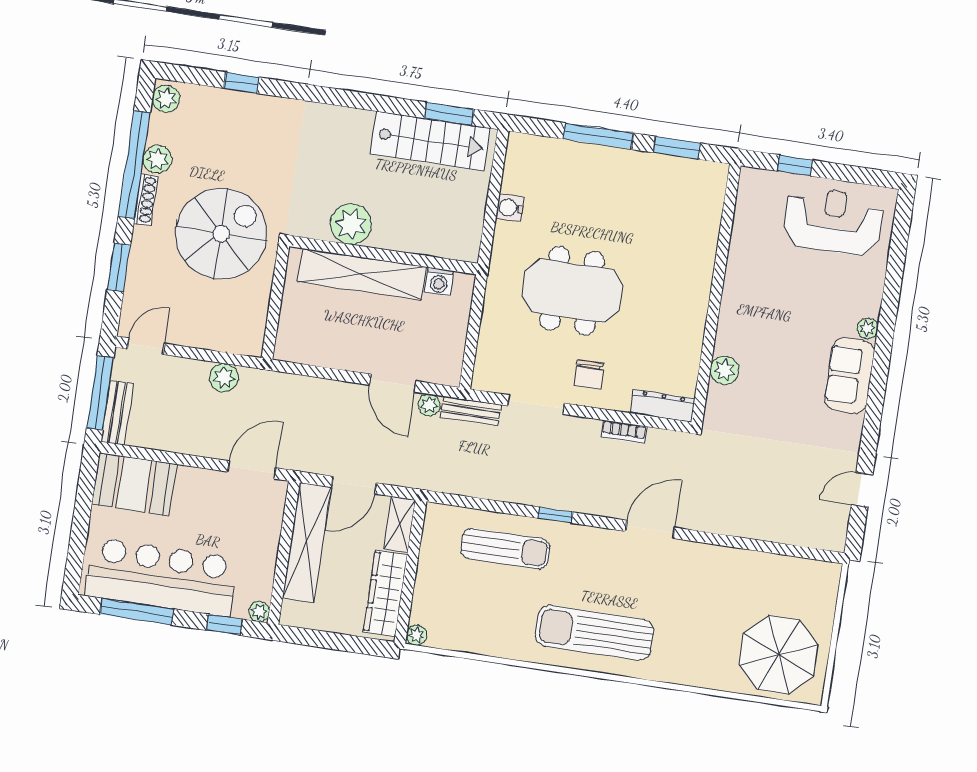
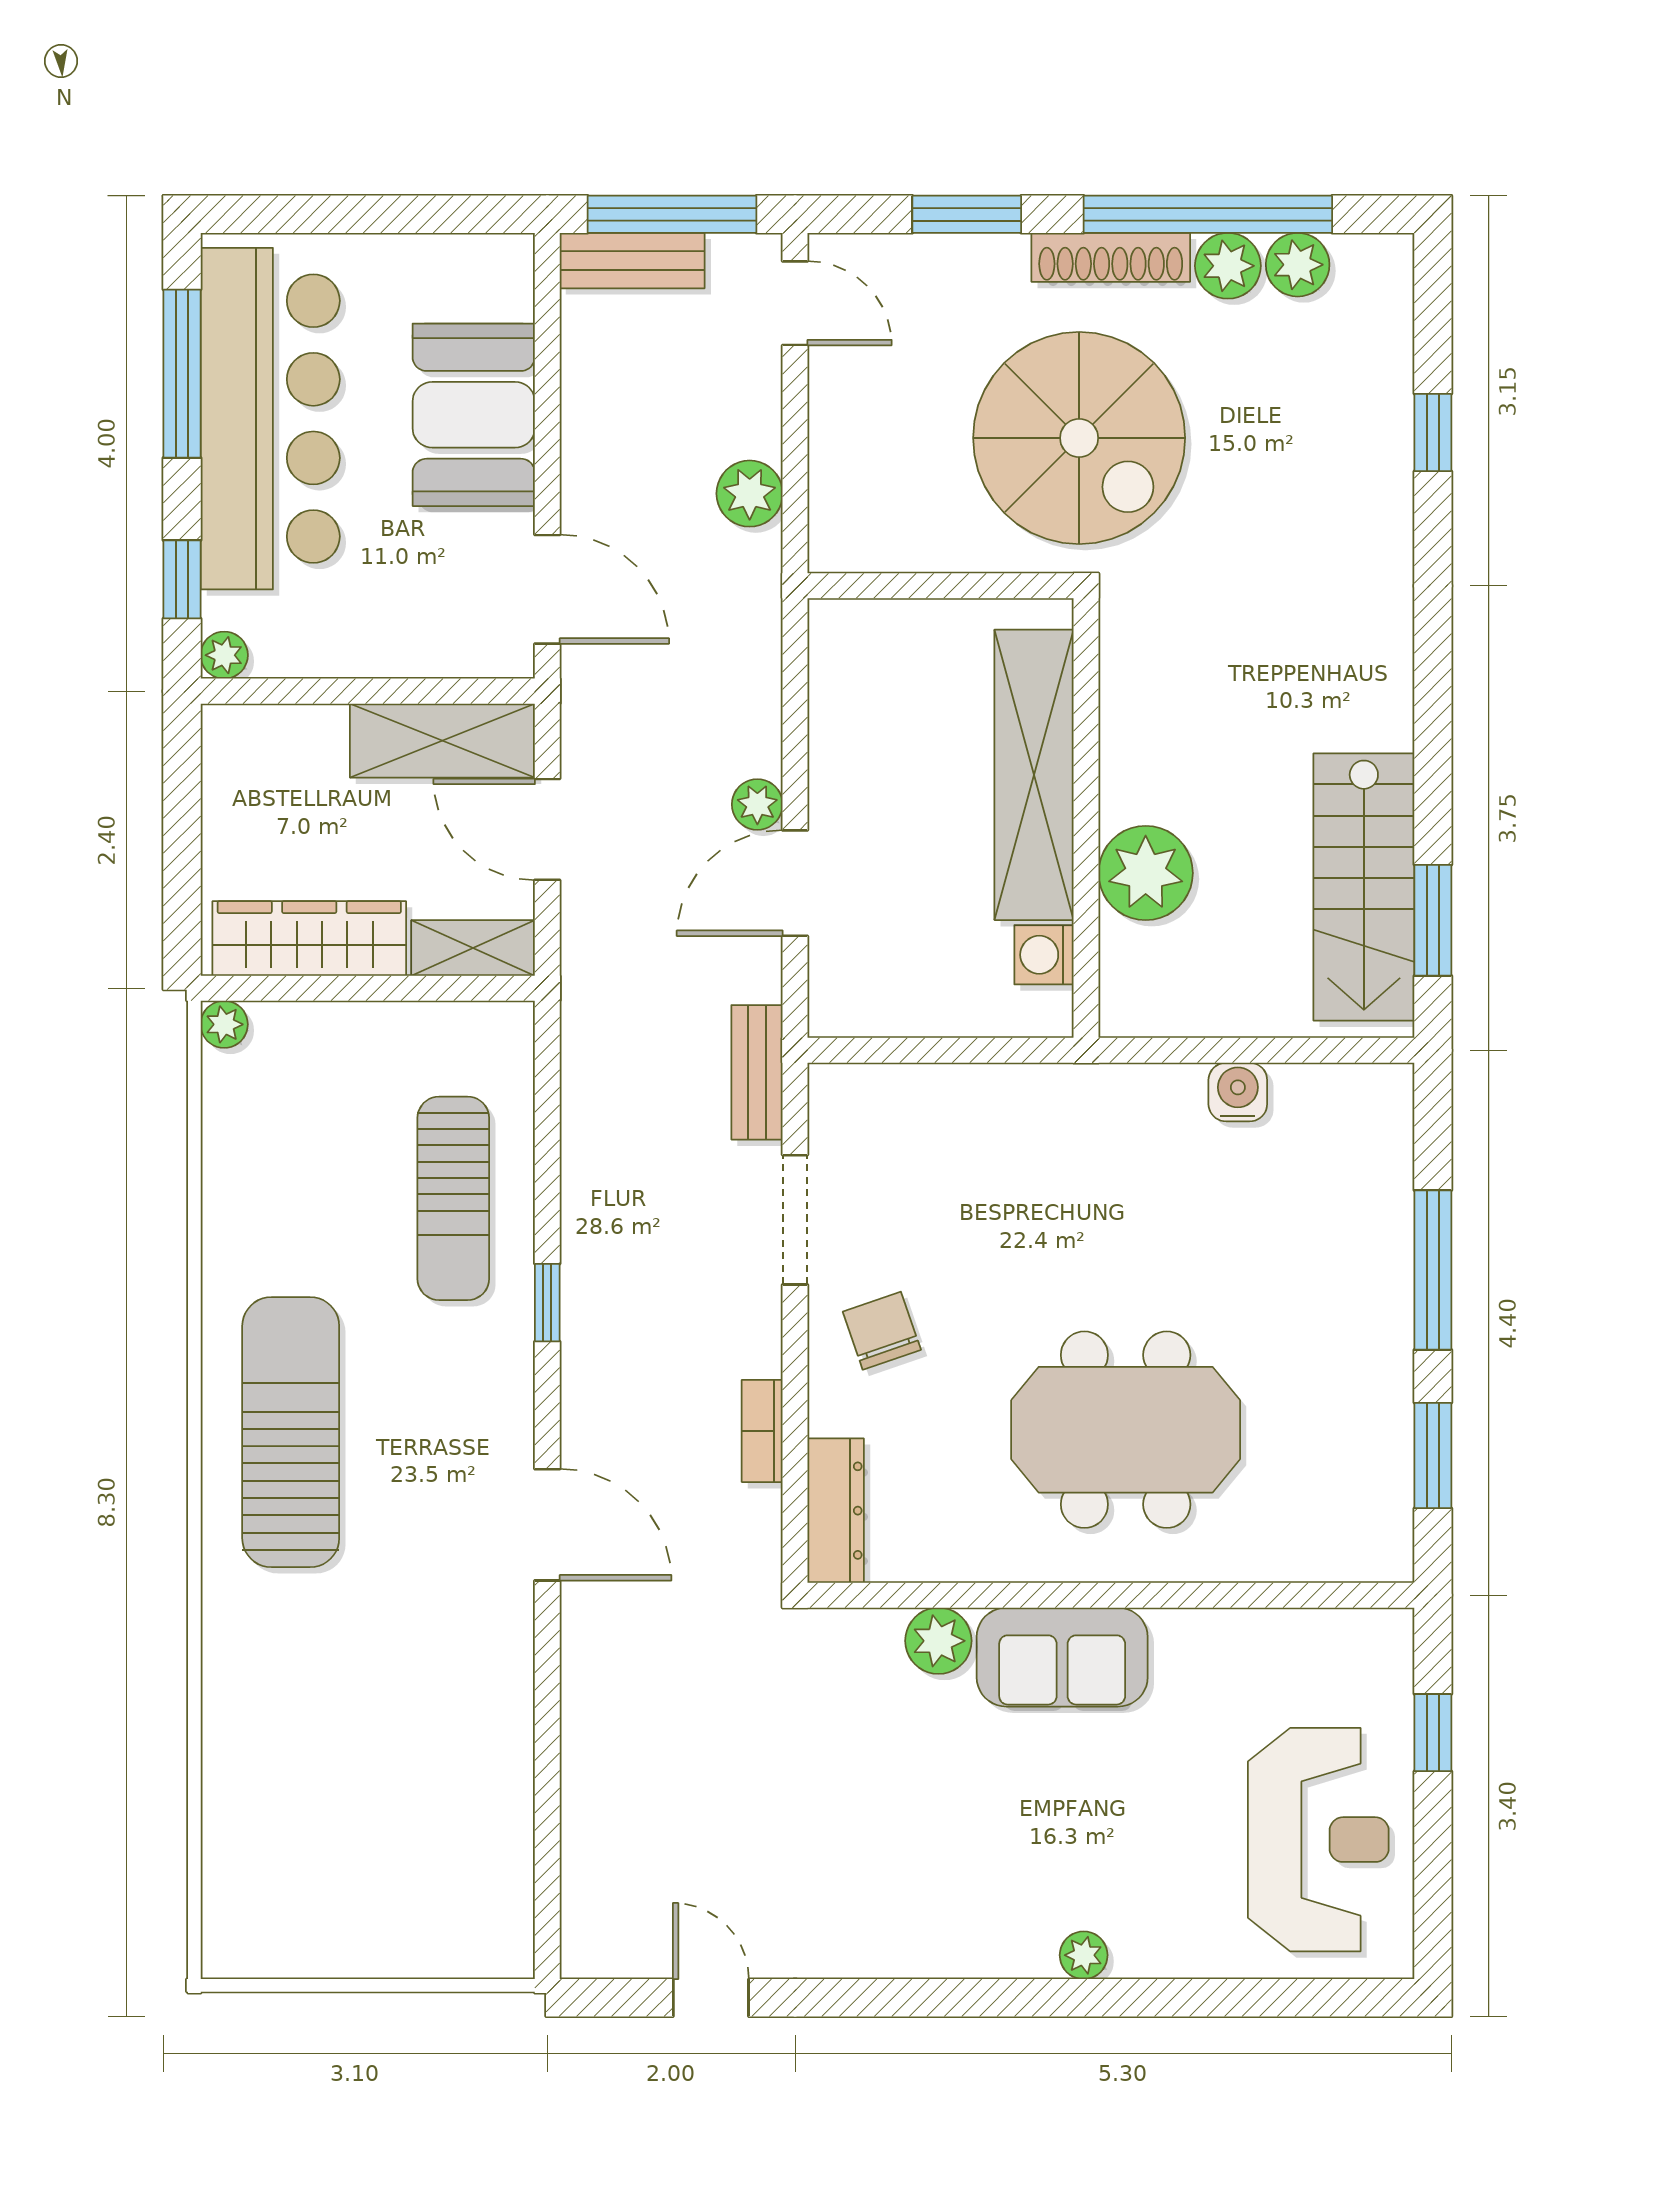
plant: (166, 99) -> (1298, 265), moved
shoe rack: (146, 200) -> (1111, 257), width x1.36, depth x1.24
plant: (351, 224) -> (1146, 873), moved
meeting table: (572, 291) -> (1126, 1430), moved, turned 90
chair: (589, 375) -> (882, 1331), turned 71
sofa: (849, 375) -> (1062, 1657), moved, turned 180
plant: (429, 405) -> (757, 804), moved
booth: (134, 484) -> (474, 415), moved
shelving: (307, 543) -> (442, 741), width x0.68
parasol: (779, 655) -> (303, 1863), removed

